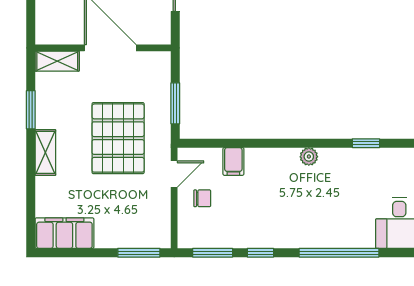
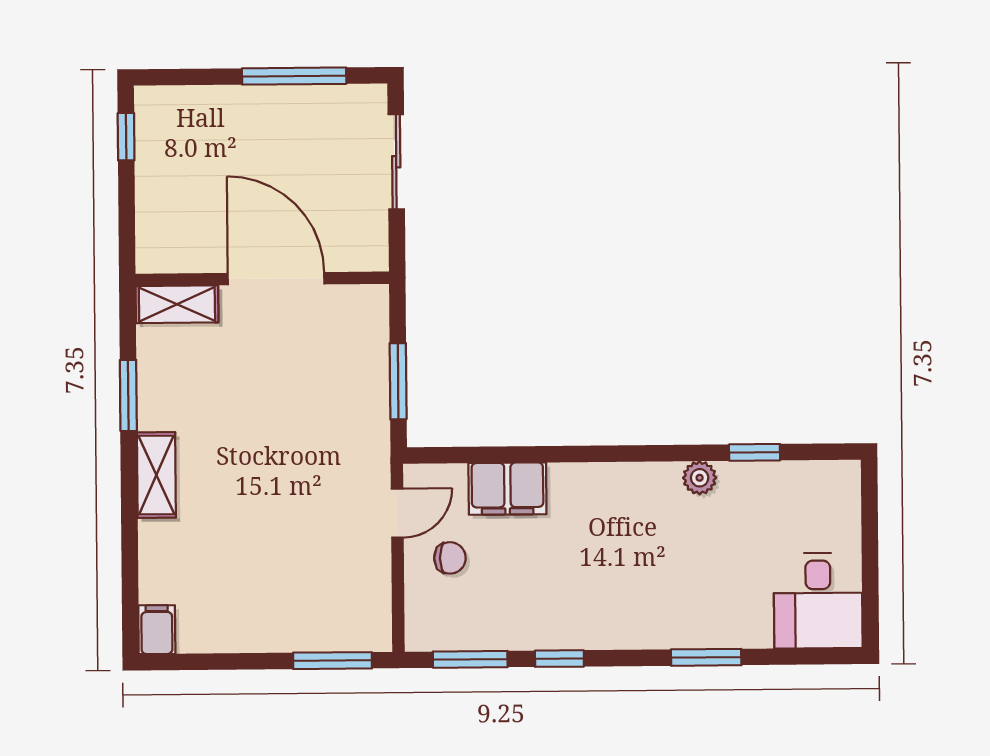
pallet: (118, 138) -> (292, 447), removed
plant: (309, 157) -> (700, 478), moved
filing cabinet: (233, 161) -> (507, 489), width x2.00
filing cabinet: (64, 233) -> (157, 630), width x0.33, depth x0.86
window: (339, 253) -> (706, 657), width x0.47

